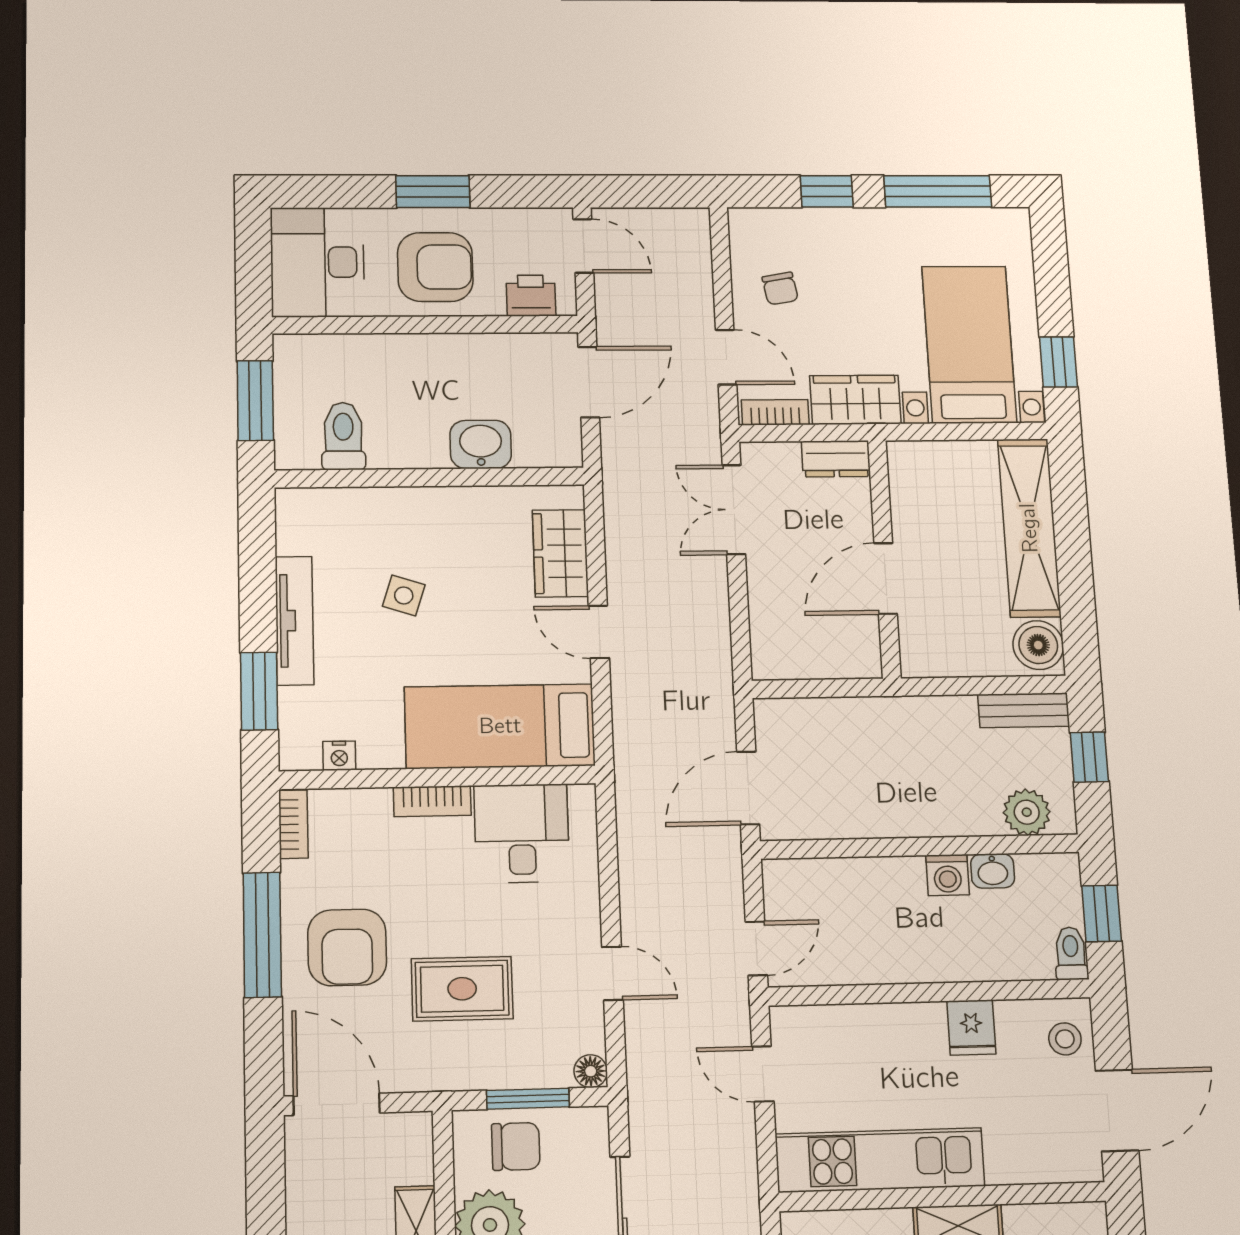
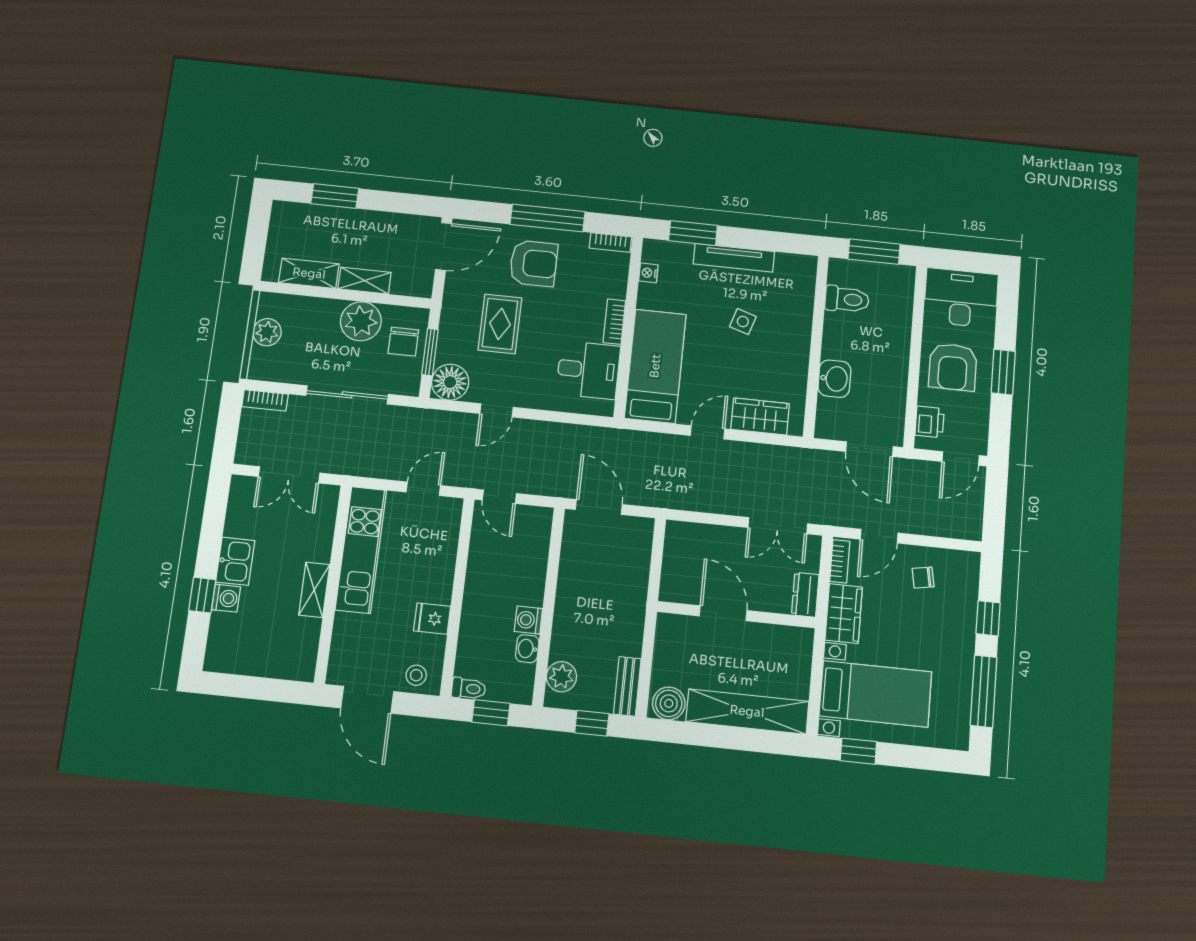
double door: (734, 510) -> (778, 526), swing flipped
armchair: (347, 947) -> (533, 263), turned 180
floor lamp: (591, 1071) -> (450, 382), width x1.89, depth x1.89

